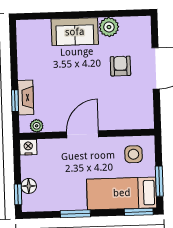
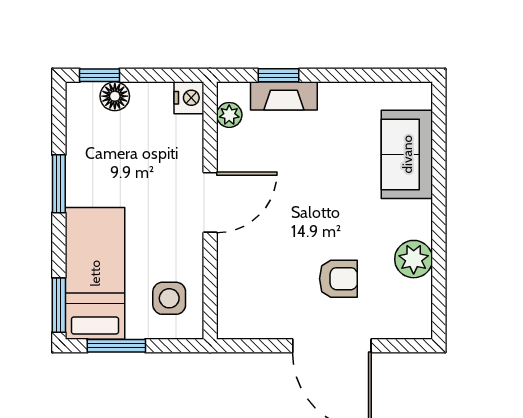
sofa: (75, 32) -> (407, 154), moved
door: (83, 134) -> (210, 202), hinge flipped

